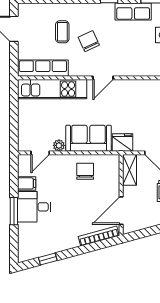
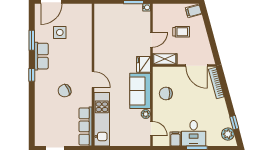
coffee table: (62, 32) -> (57, 111), removed
plant: (33, 251) -> (228, 134), added

